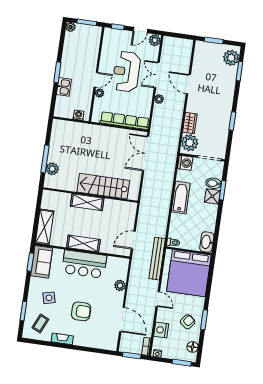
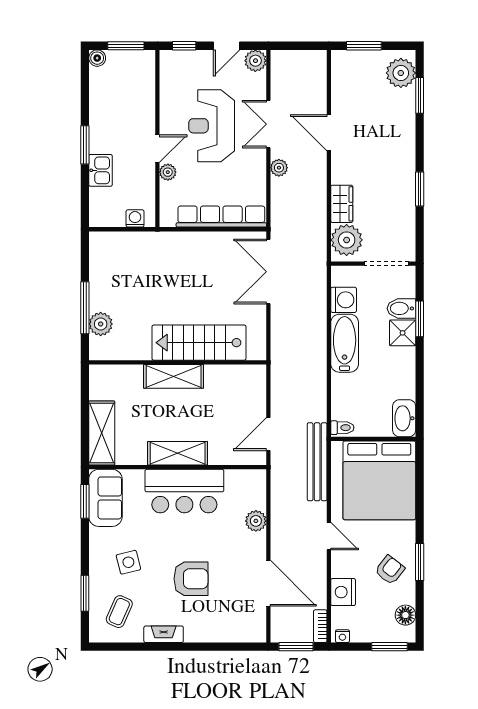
washing machine: (185, 163) -> (344, 300), moved

